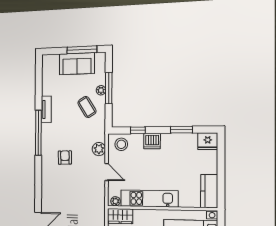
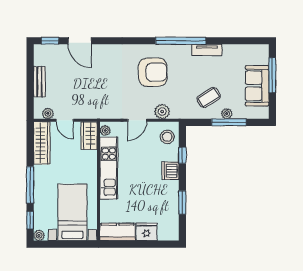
window: (82, 50) -> (272, 75), moved
fridge: (208, 141) -> (147, 232), moved, turned 90
armchair: (65, 157) -> (153, 72), width x1.88, depth x1.88

